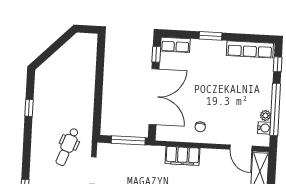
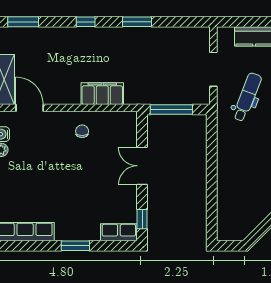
double door: (154, 97) -> (142, 166), width x0.54

